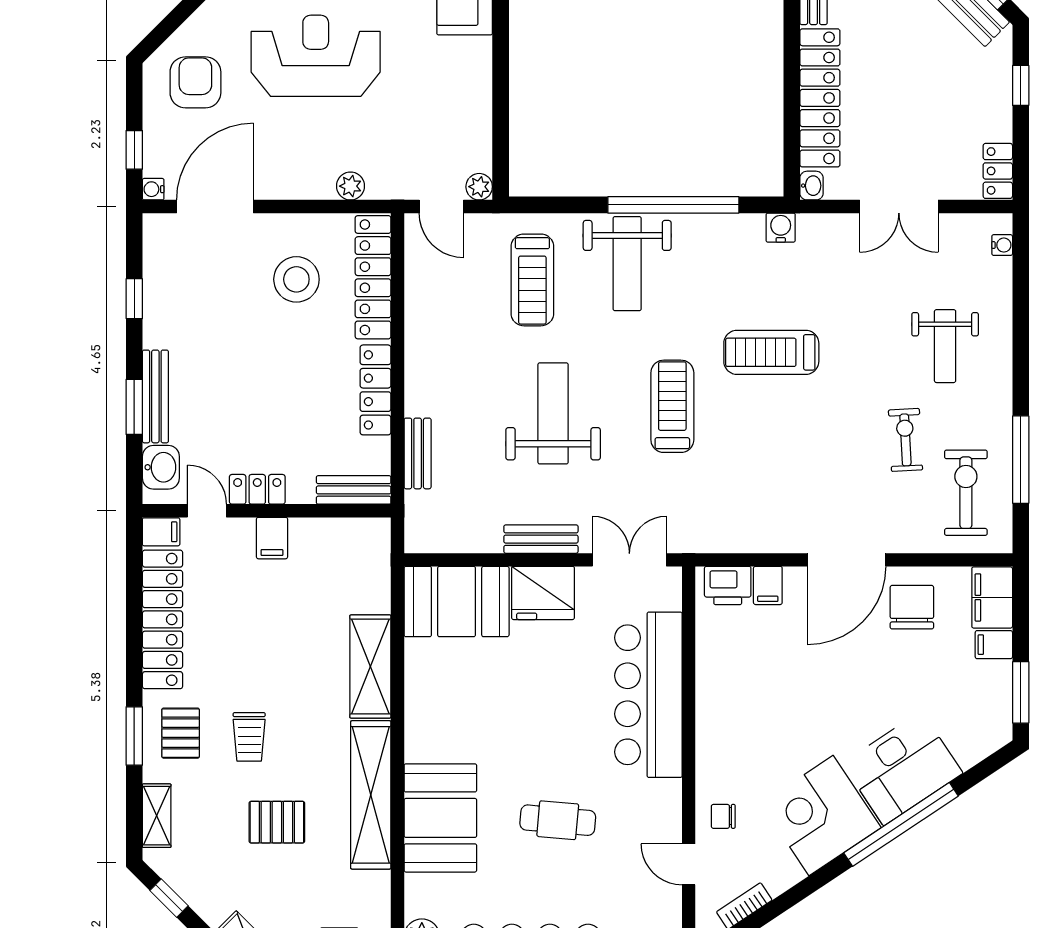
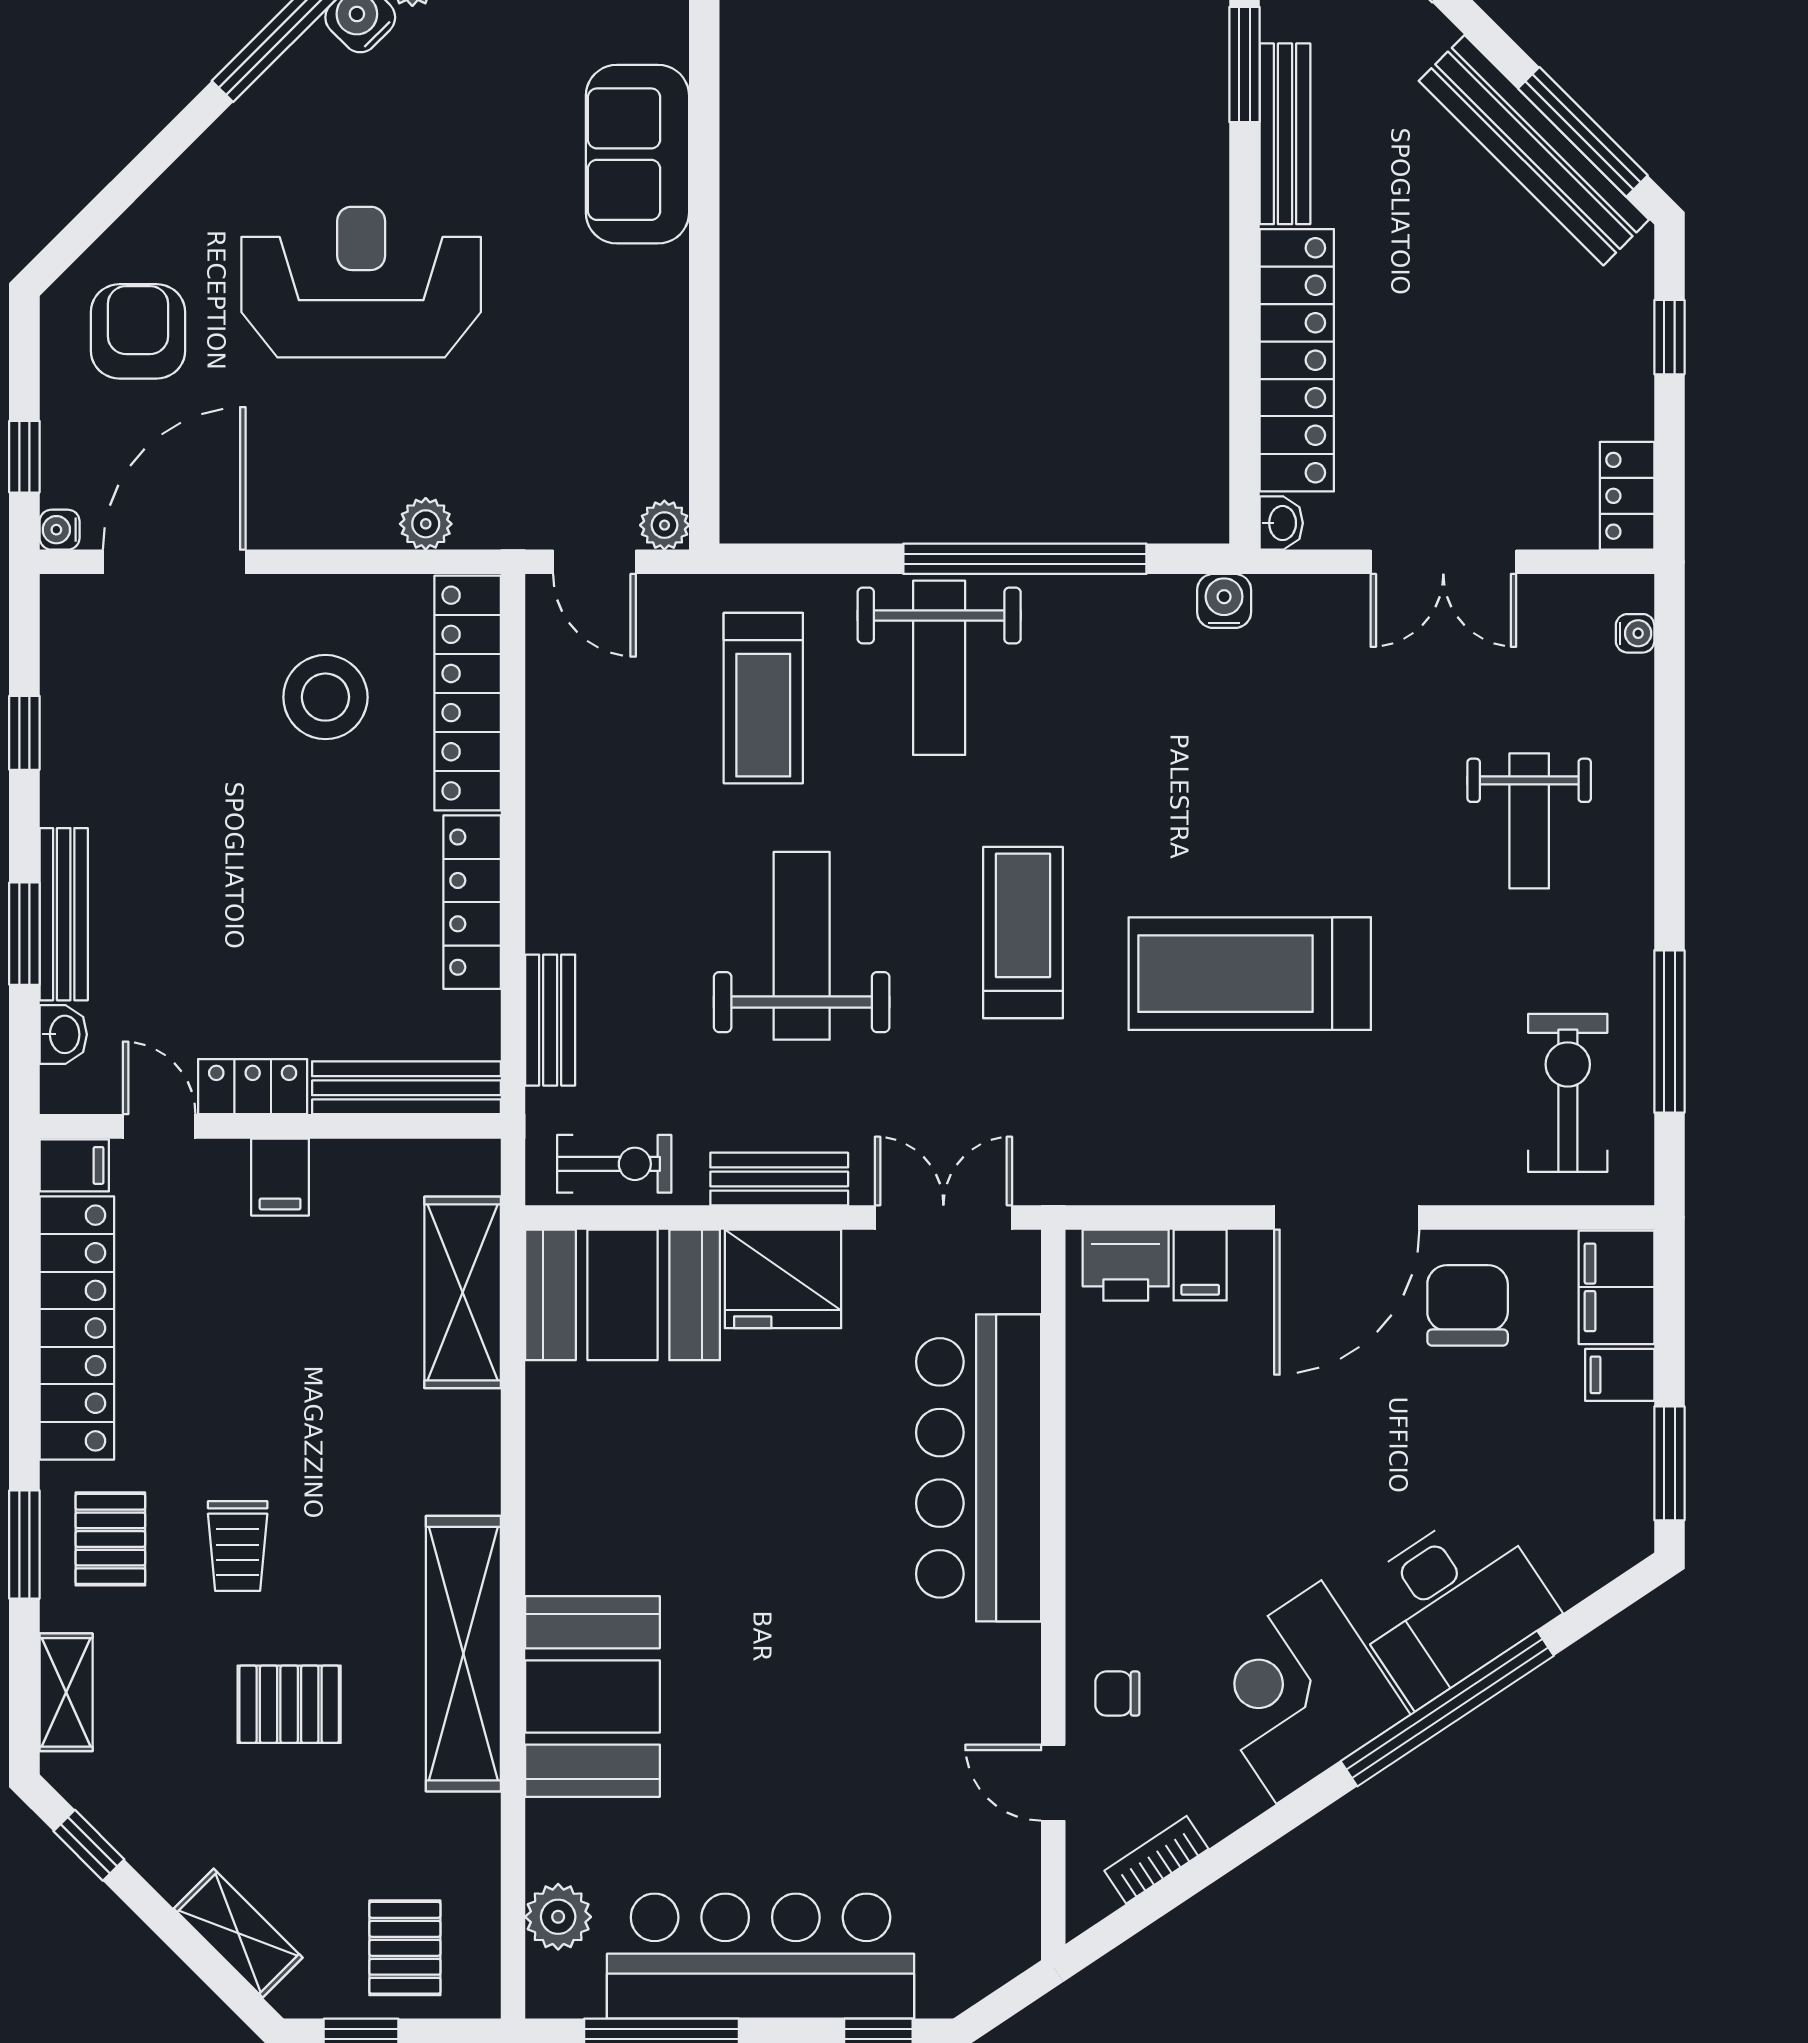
treadmill: (771, 352) -> (1250, 974), moved, width x1.37, depth x1.38
exercise bike: (905, 440) -> (614, 1164), moved, turned 93
washbasin: (161, 467) -> (63, 1034), width x0.72, depth x0.69
bench: (354, 490) -> (406, 1088), width x1.36
shelving: (370, 666) -> (463, 1292), moved
cafe table: (558, 820) -> (810, 1701), removed

